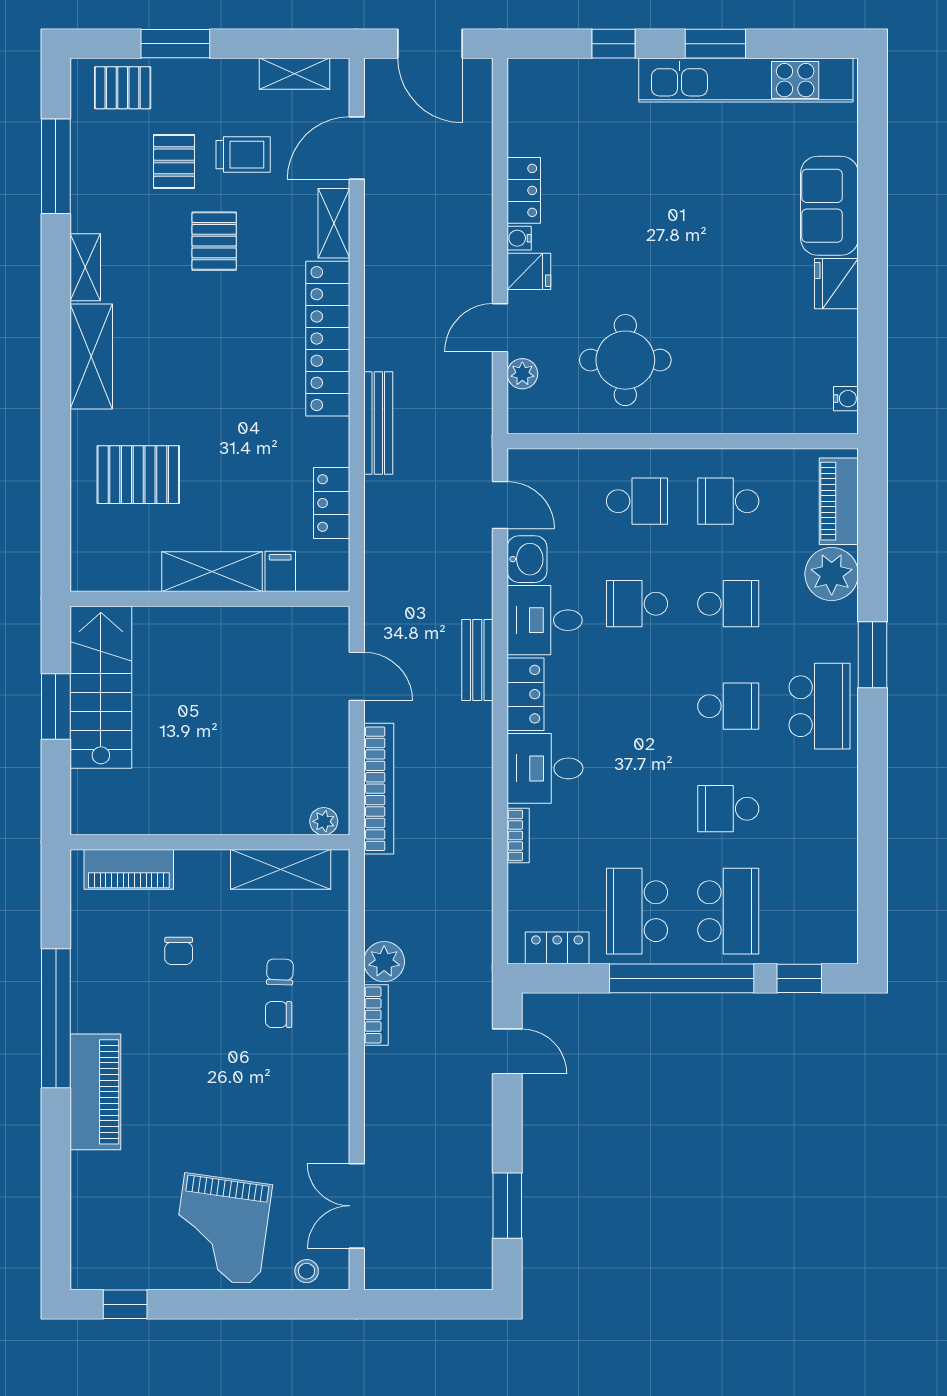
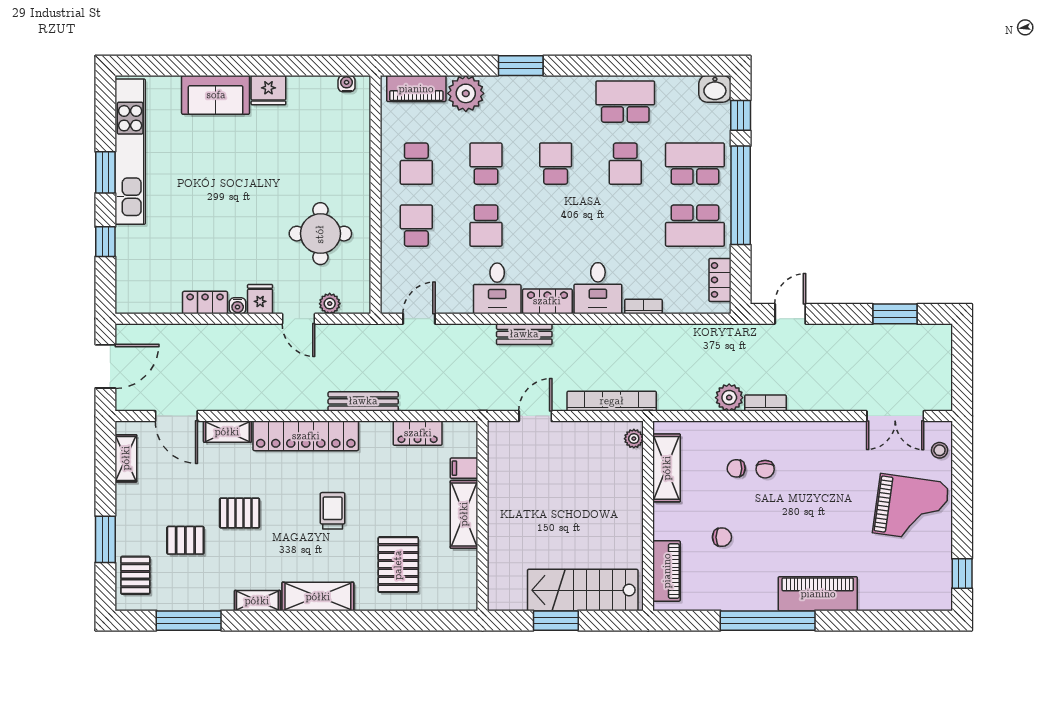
trolley: (243, 155) -> (333, 511), moved
washbasin: (527, 559) -> (715, 89), moved, turned 180
stairs: (101, 687) -> (583, 590), moved
school desk: (820, 706) -> (625, 102), moved

